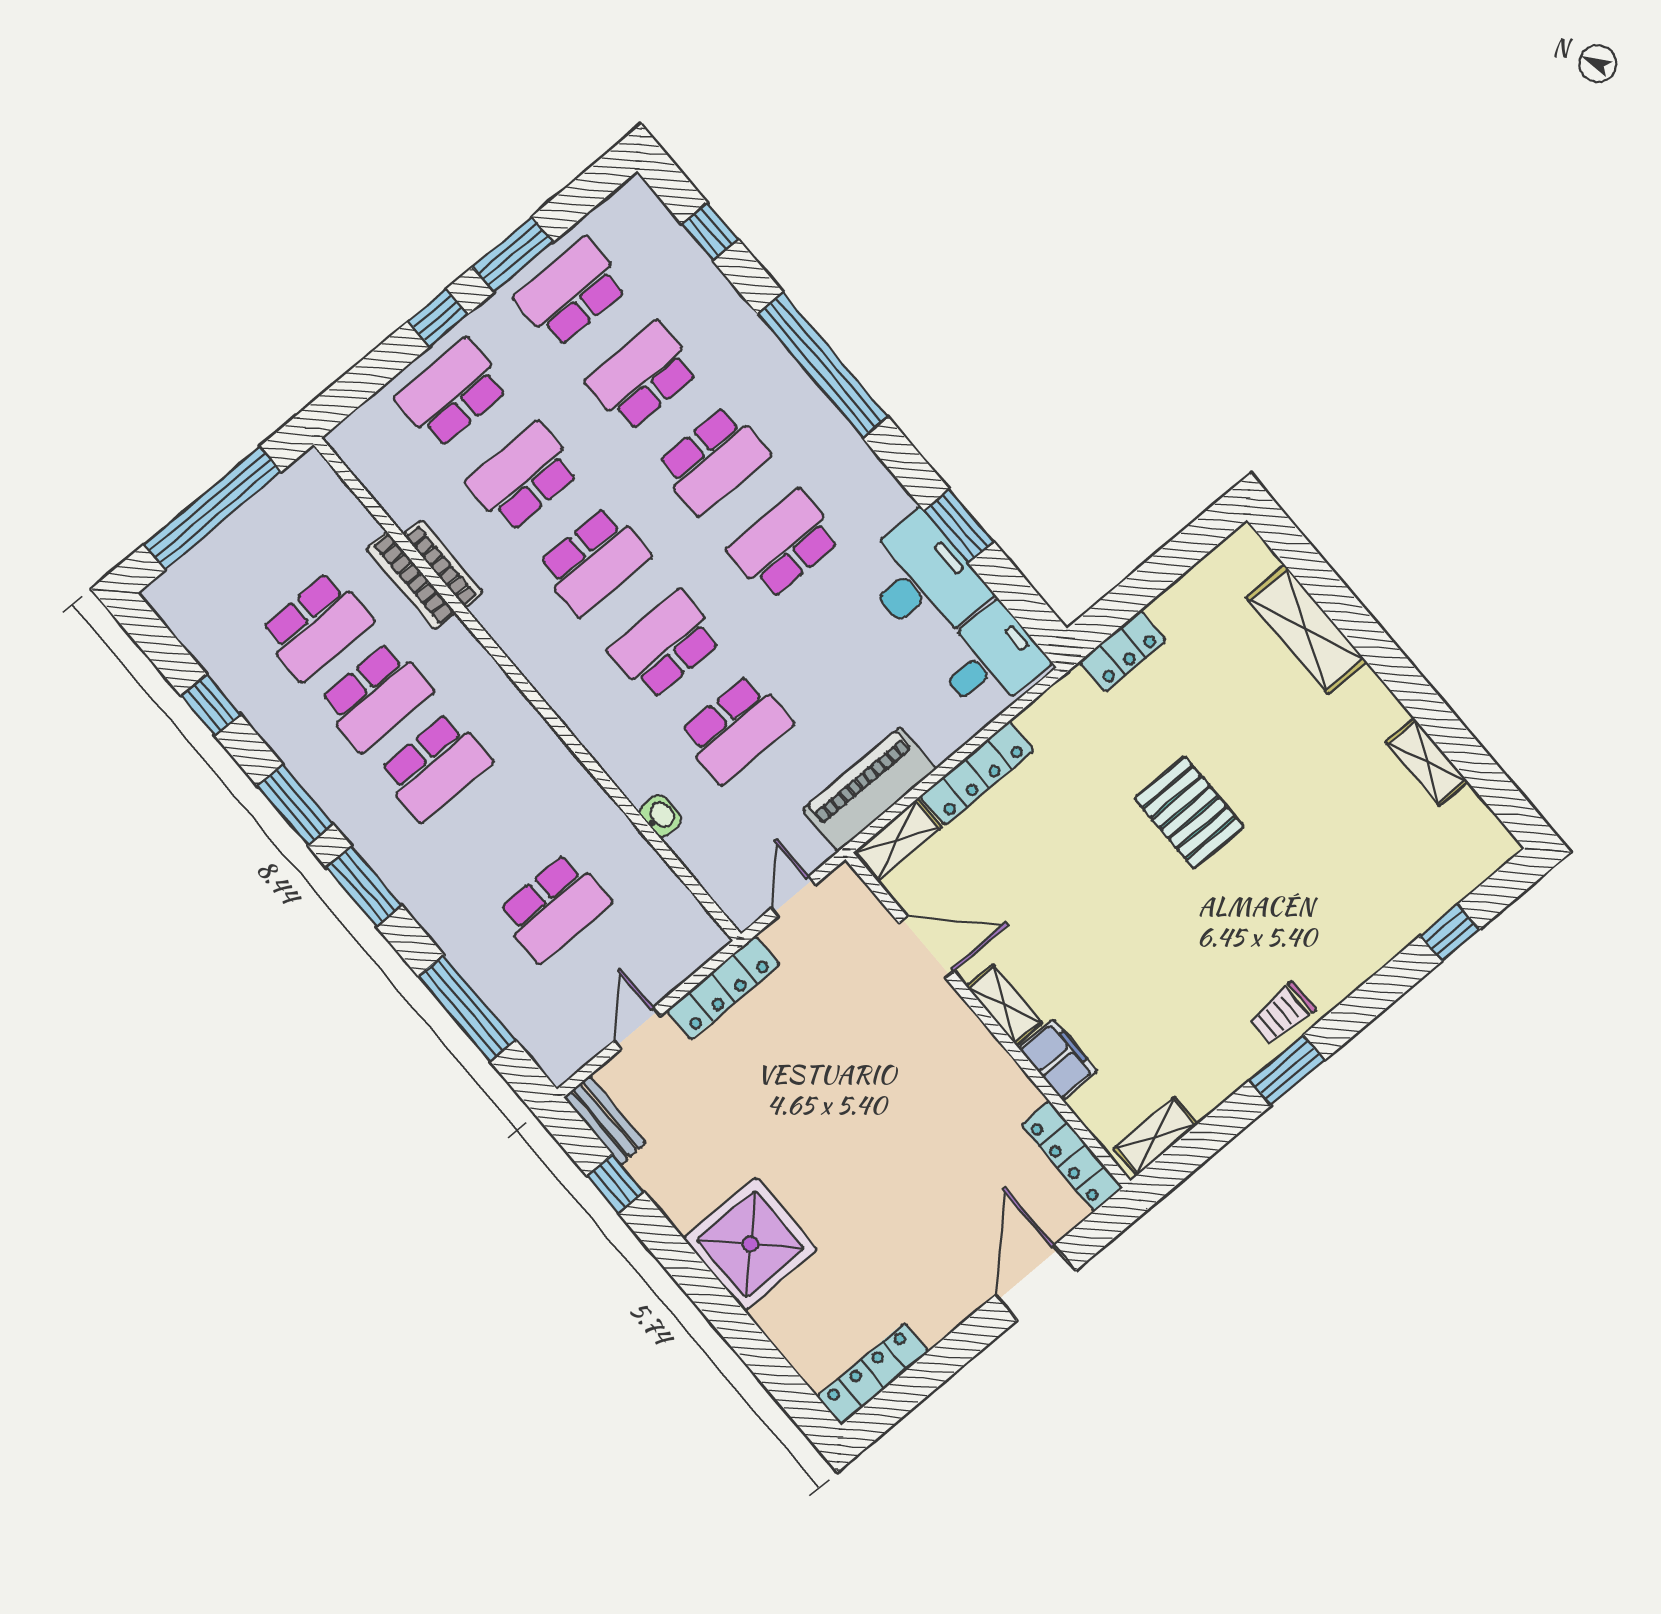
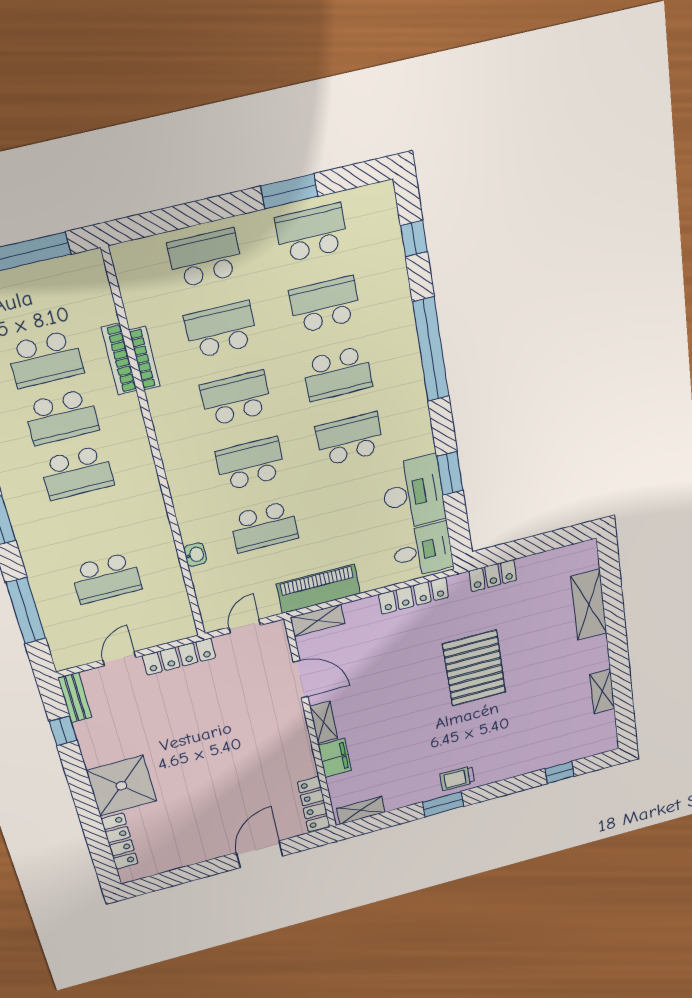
window: (438, 318) -> (222, 207), removed
school desk: (594, 561) -> (236, 398), turned 180
locker: (977, 773) -> (414, 596), moved
pallet: (1189, 812) -> (474, 668), width x1.37, depth x1.41
locker: (873, 1374) -> (120, 841), moved, turned 90

